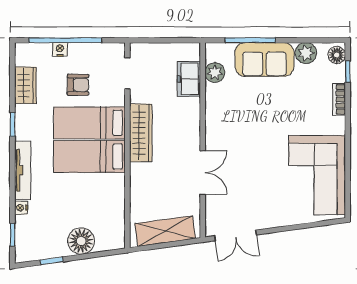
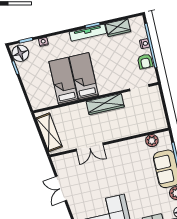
freezer: (189, 79) -> (144, 126), removed
armchair: (78, 85) -> (145, 61), moved
bed: (89, 123) -> (63, 81), moved
tv unit: (23, 170) -> (88, 33), moved
double door: (235, 235) -> (61, 188), moved
floor lamp: (81, 241) -> (20, 53), moved

